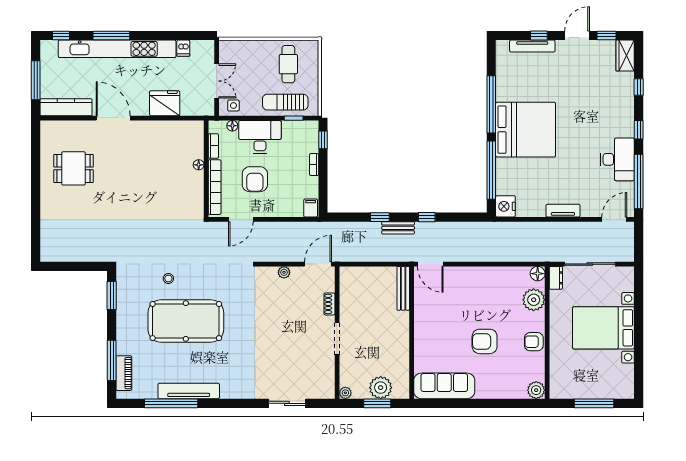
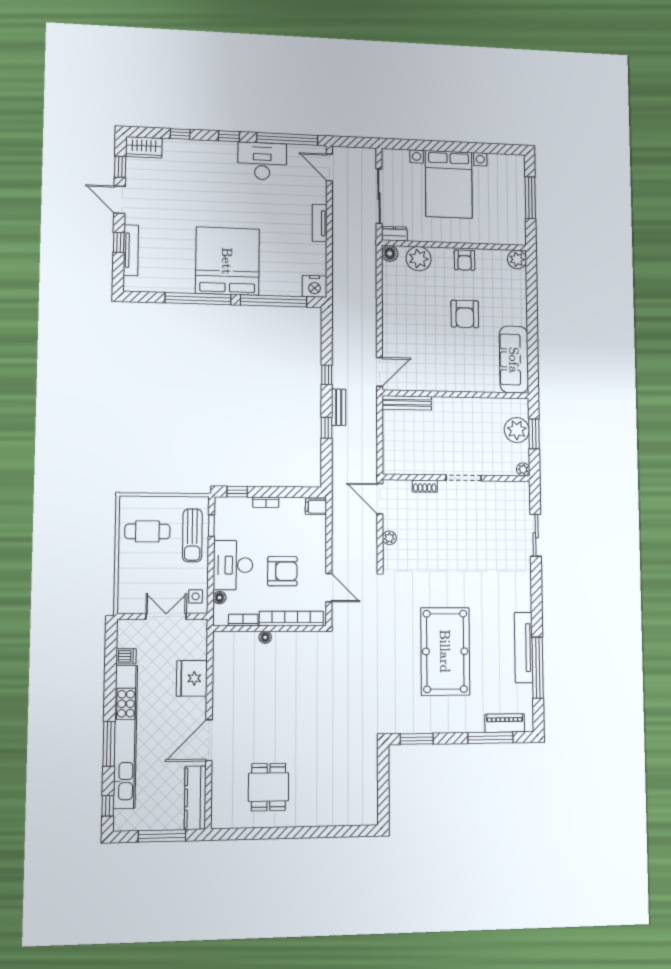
stool: (168, 279) -> (397, 672), removed

